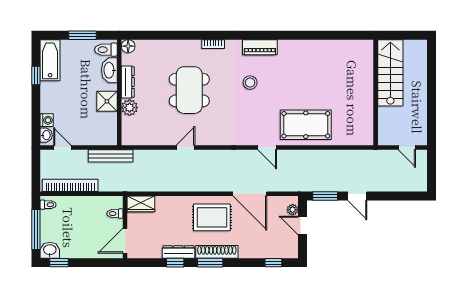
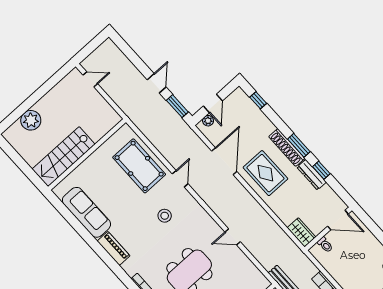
sofa: (307, 52) -> (86, 212), added
stairs: (390, 73) -> (64, 157), moved
plant: (417, 73) -> (31, 120), added
stool: (250, 83) -> (165, 216), moved
wall: (376, 92) -> (87, 154), moved
door: (407, 147) -> (90, 79), hinge flipped

